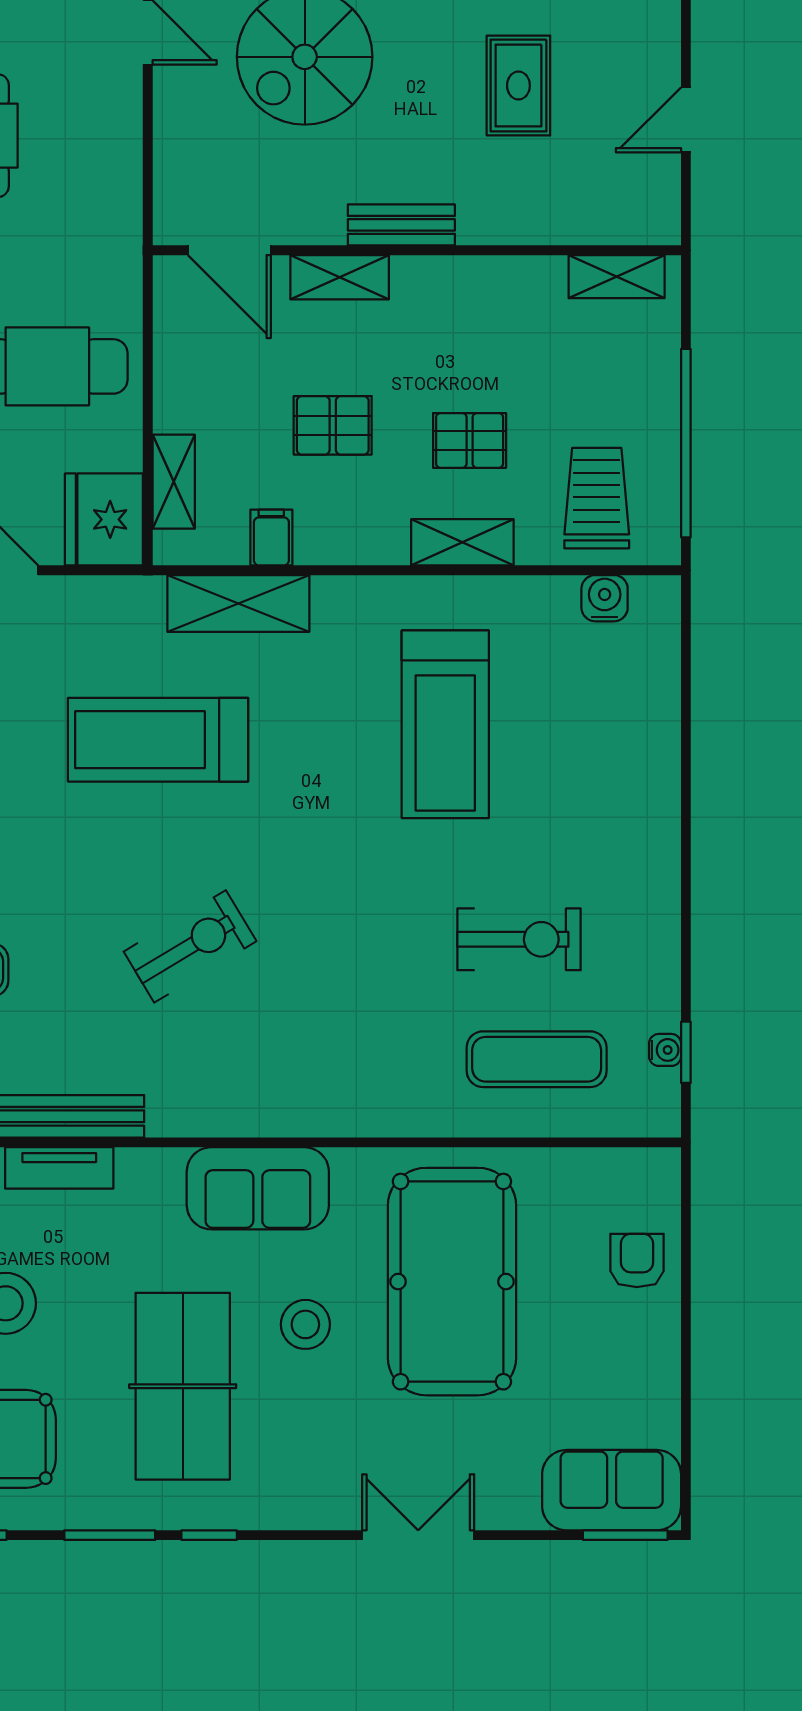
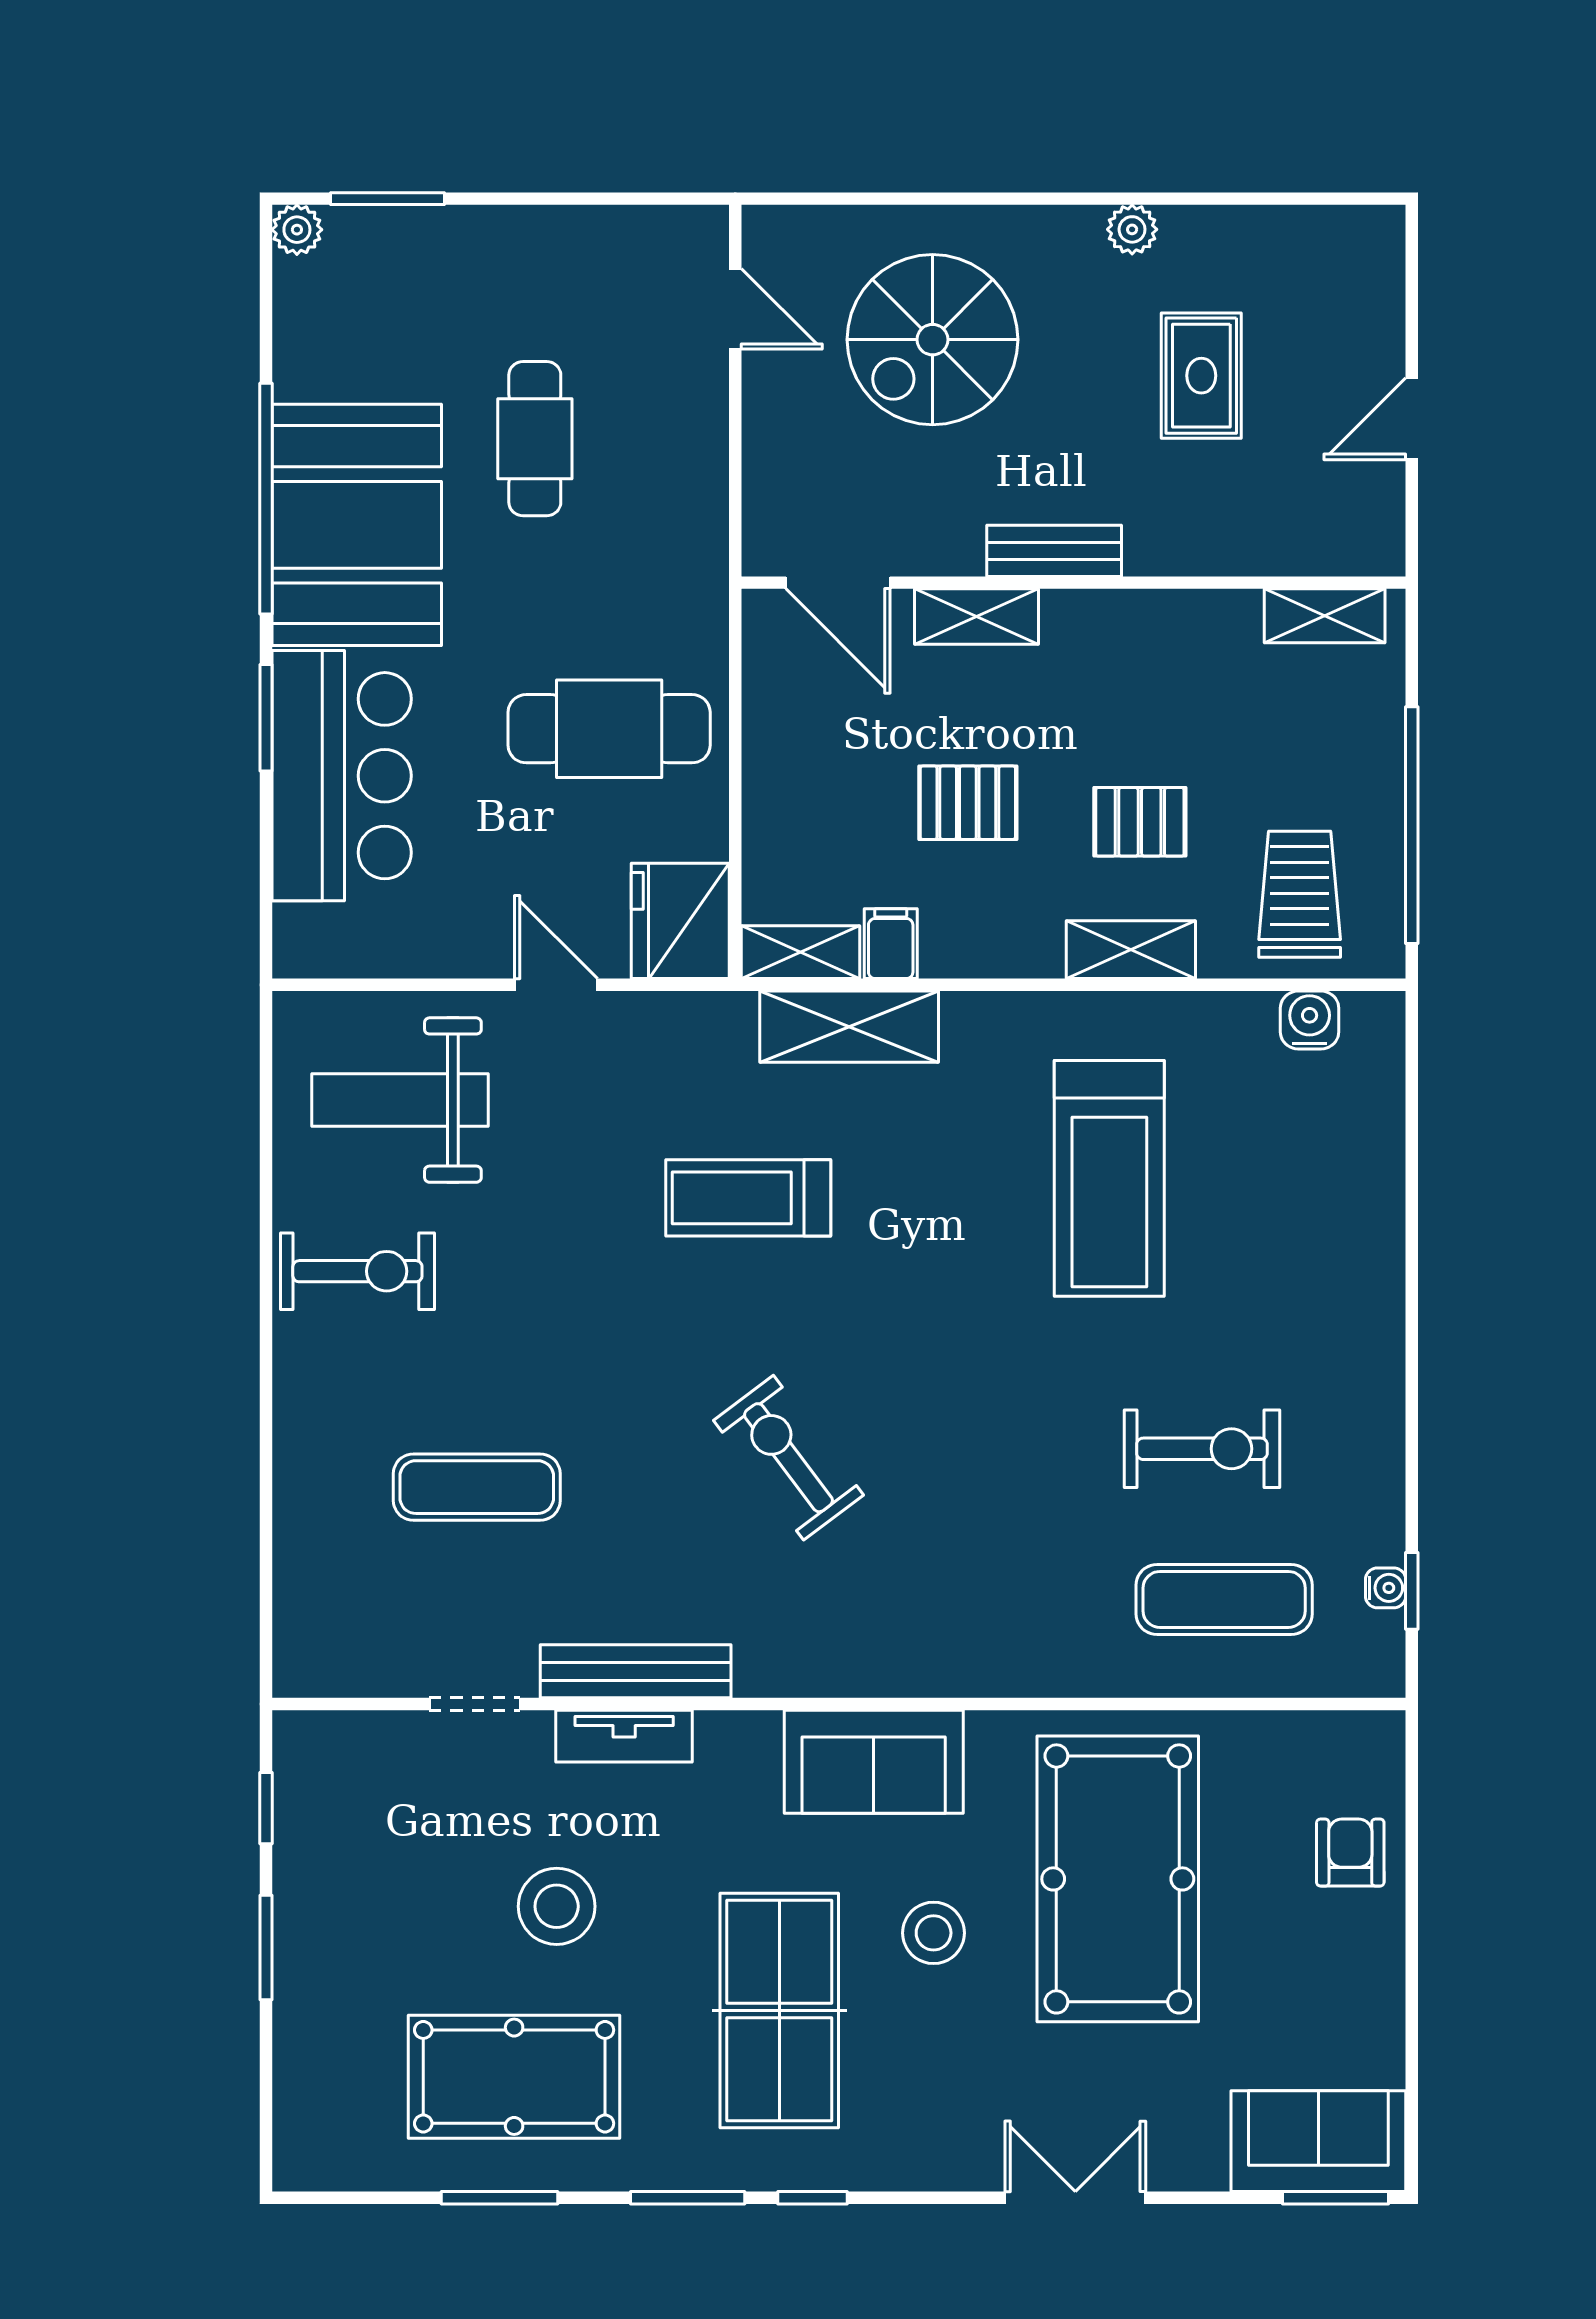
shelving: (174, 482) -> (800, 952), moved, turned 90
treadmill: (158, 740) -> (748, 1198), width x0.73, depth x0.73
exercise bike: (190, 946) -> (788, 1458), turned -96

